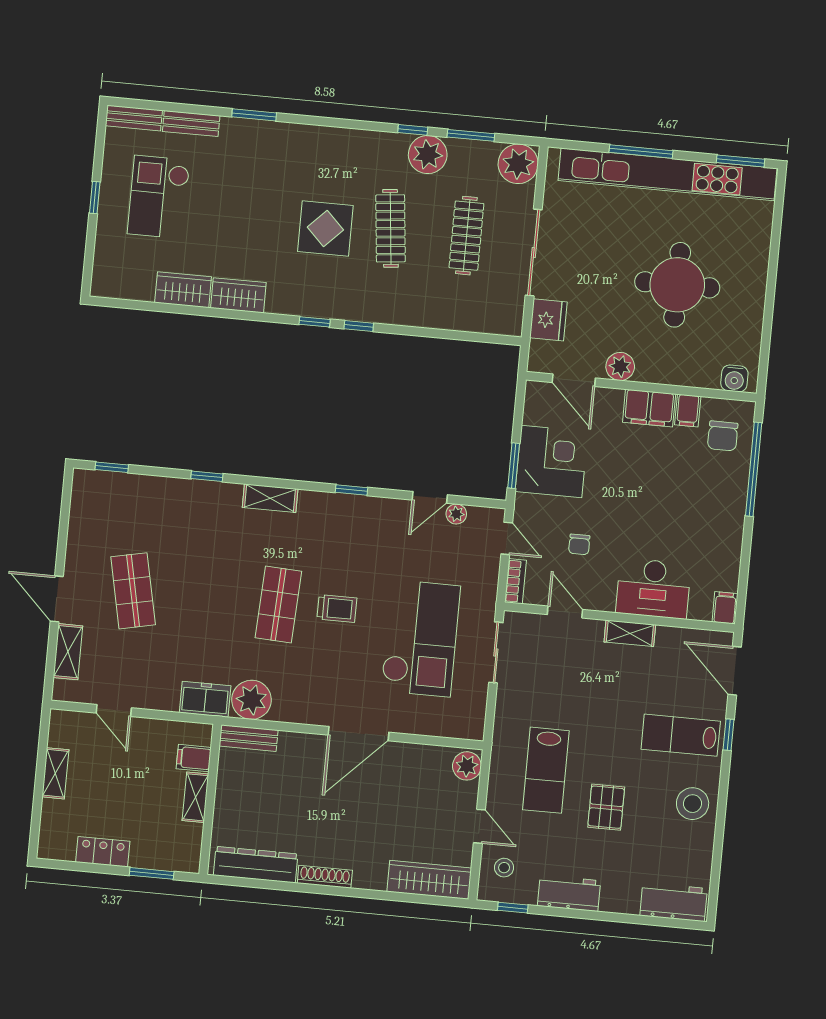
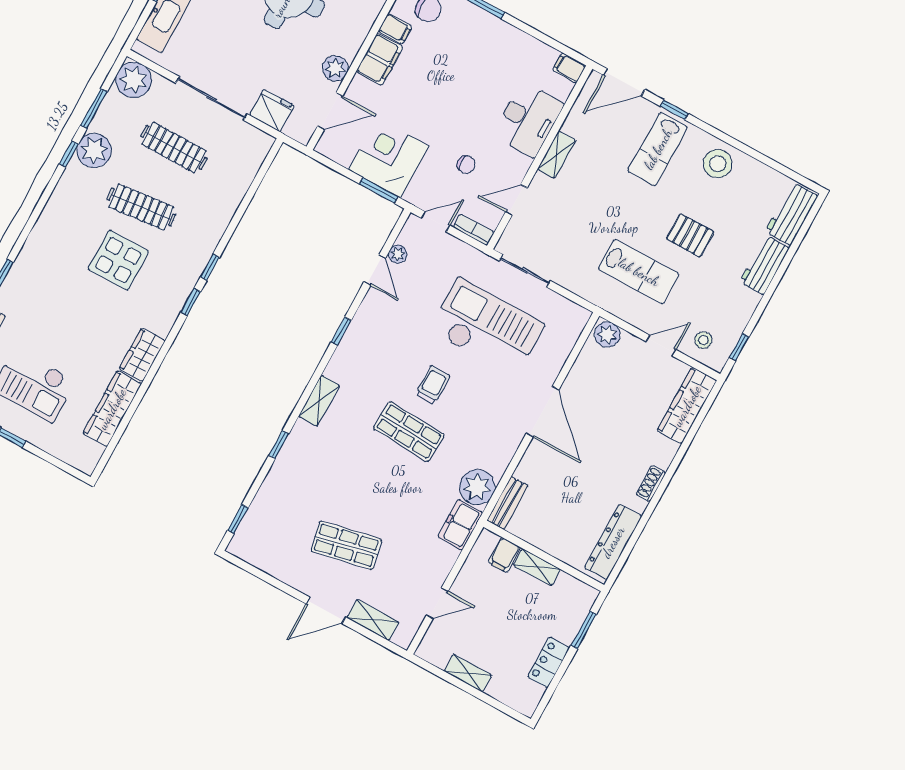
wardrobe: (183, 290) -> (112, 409), width x1.50
shoe rack: (325, 877) -> (651, 483), width x0.70
workbench: (569, 893) -> (765, 265), moved

